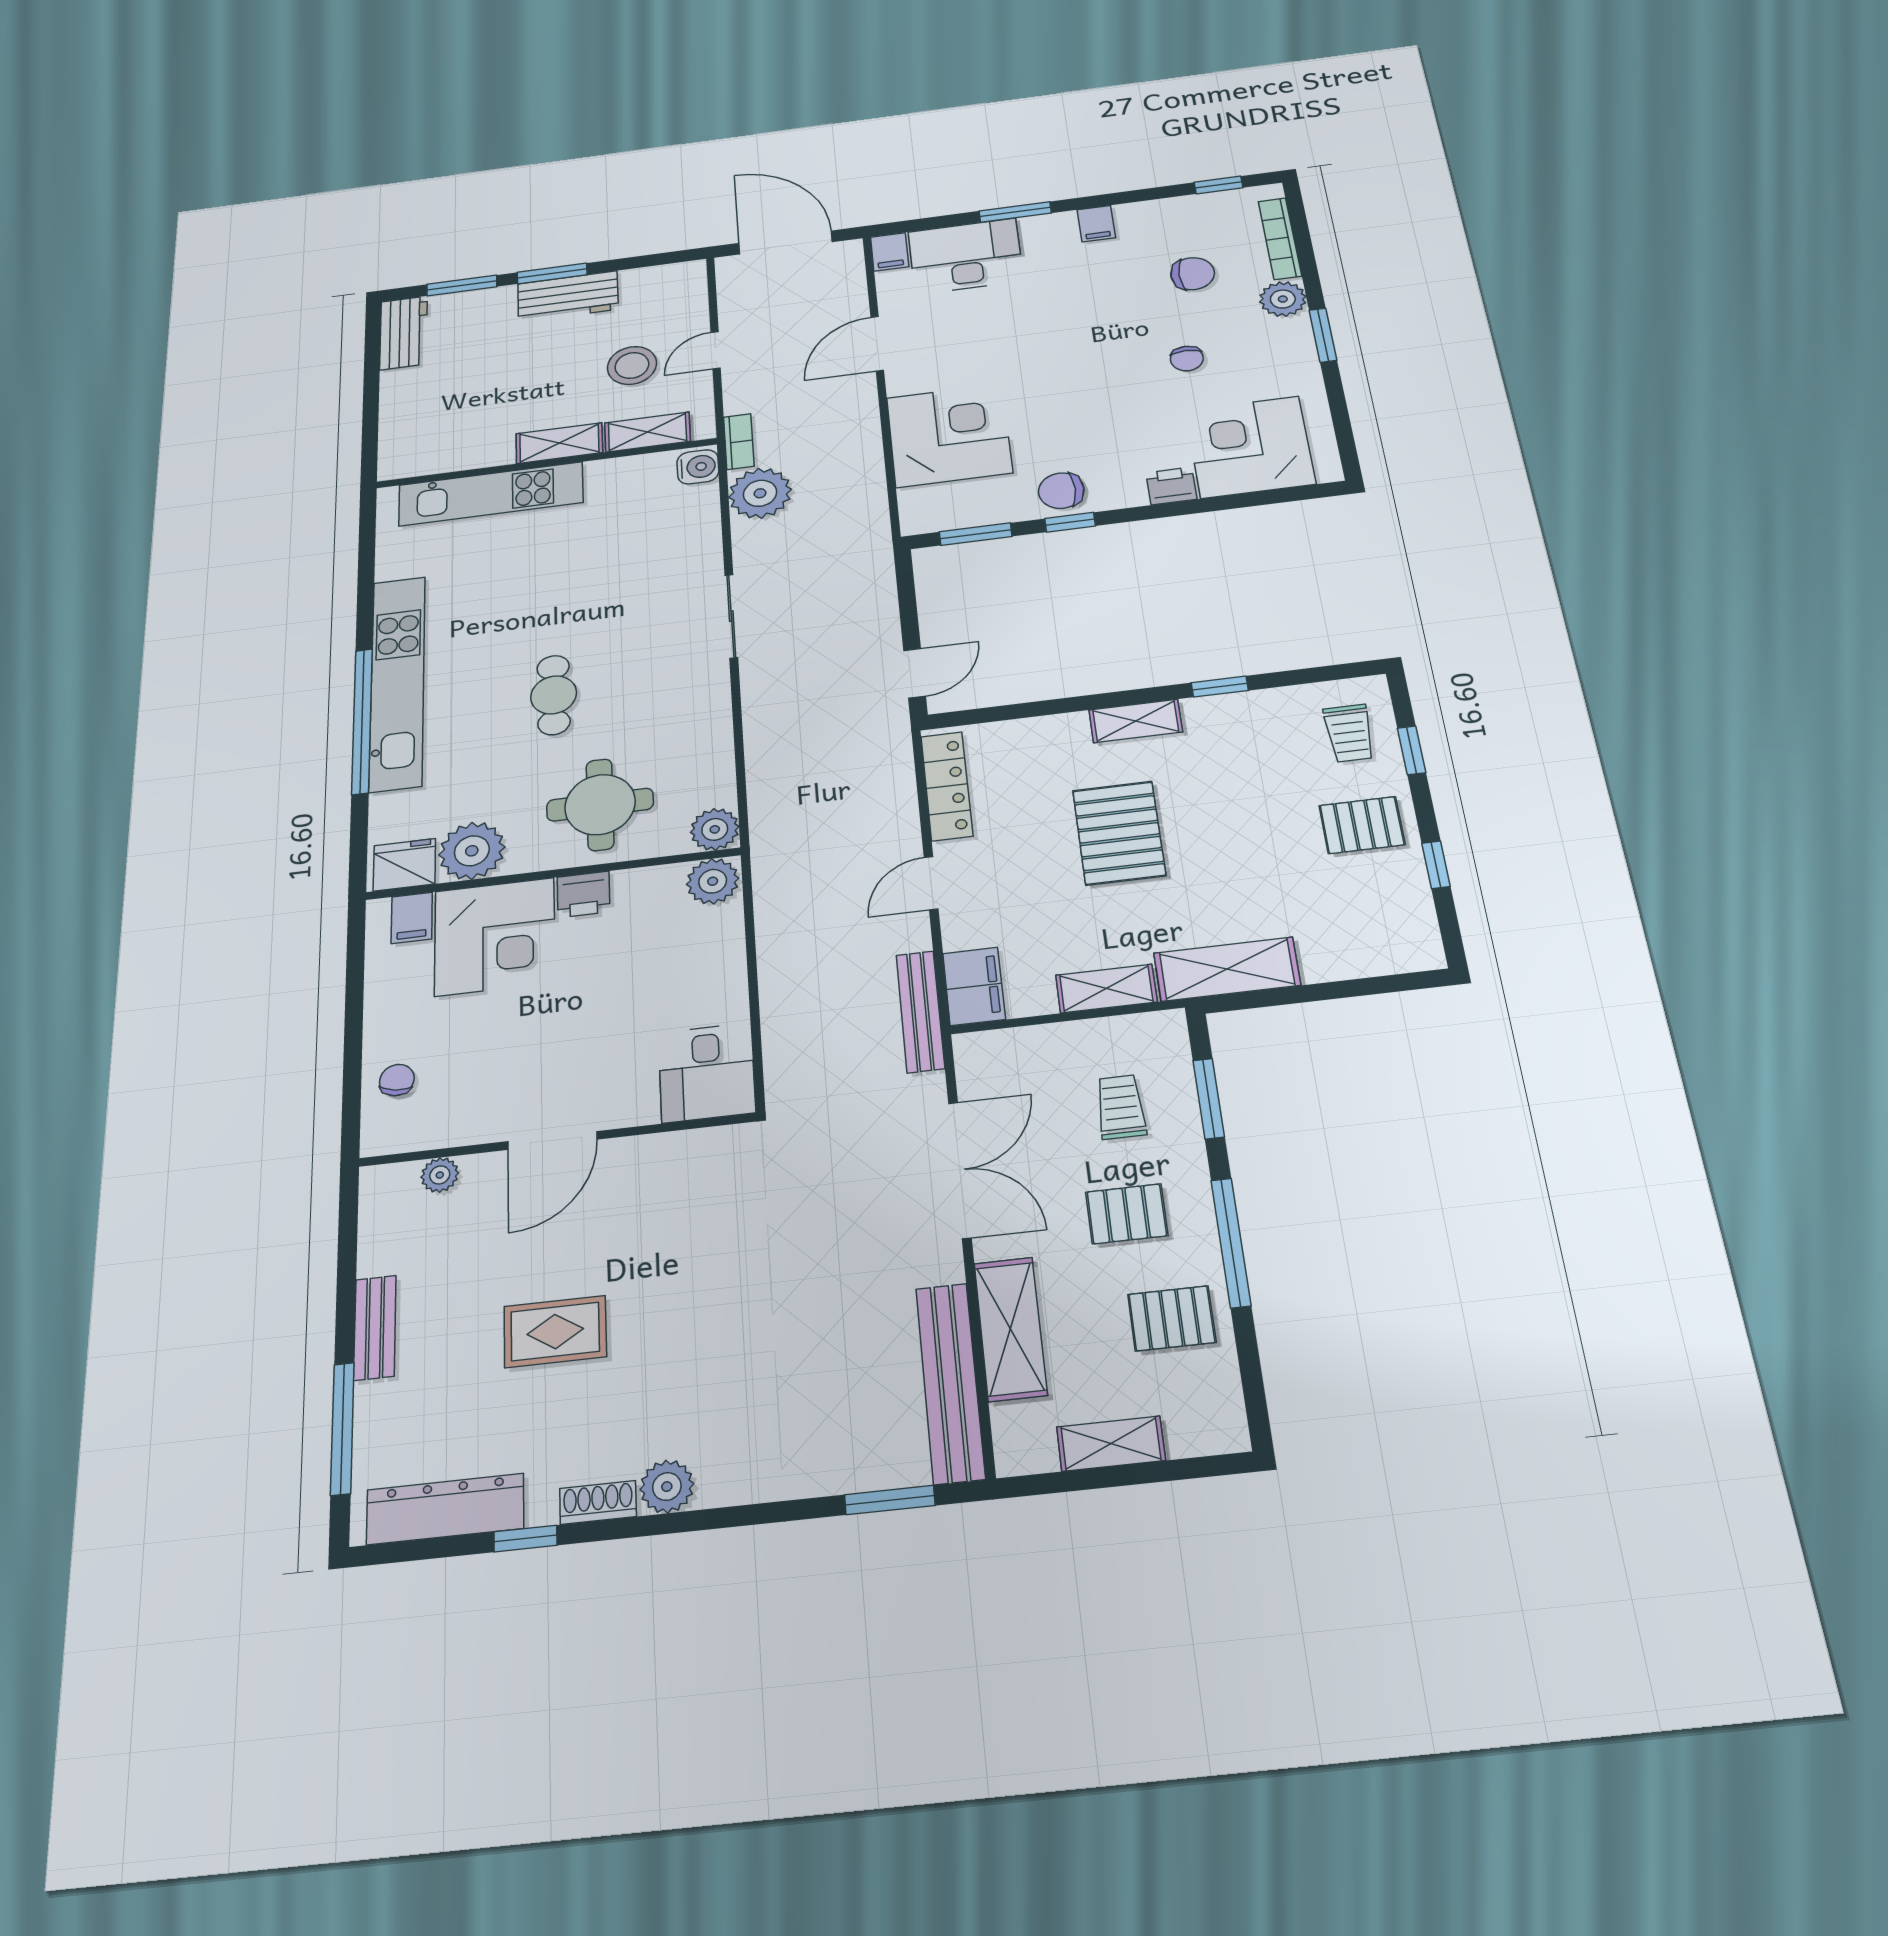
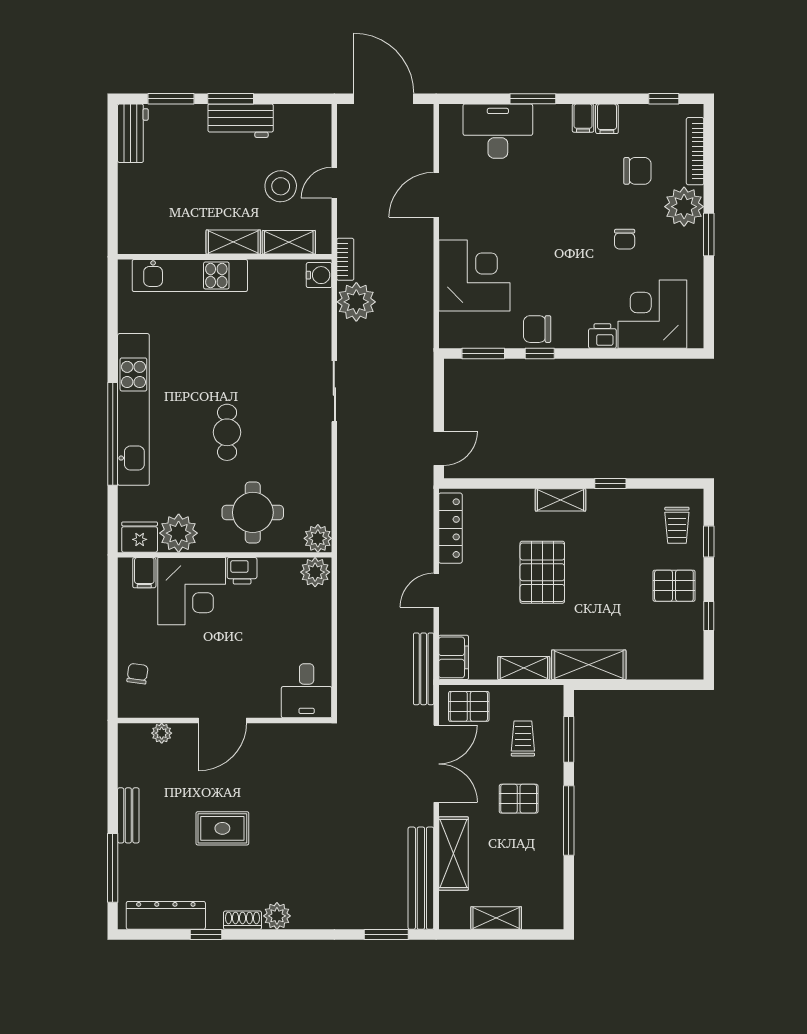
filing cabinet: (890, 252) -> (607, 119), moved
plant: (1283, 299) -> (684, 207), width x1.36, depth x1.36
pallet: (1172, 1318) -> (469, 706), moved

